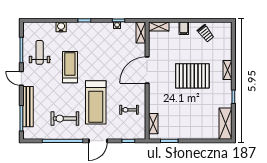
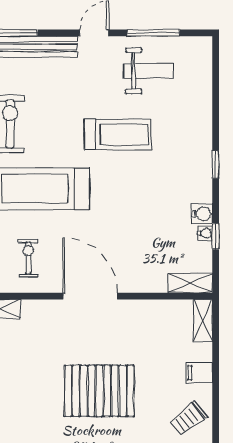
water cooler: (61, 27) -> (202, 214), moved
door: (147, 70) -> (90, 296), moved
pallet: (192, 76) -> (99, 391), turned 90

